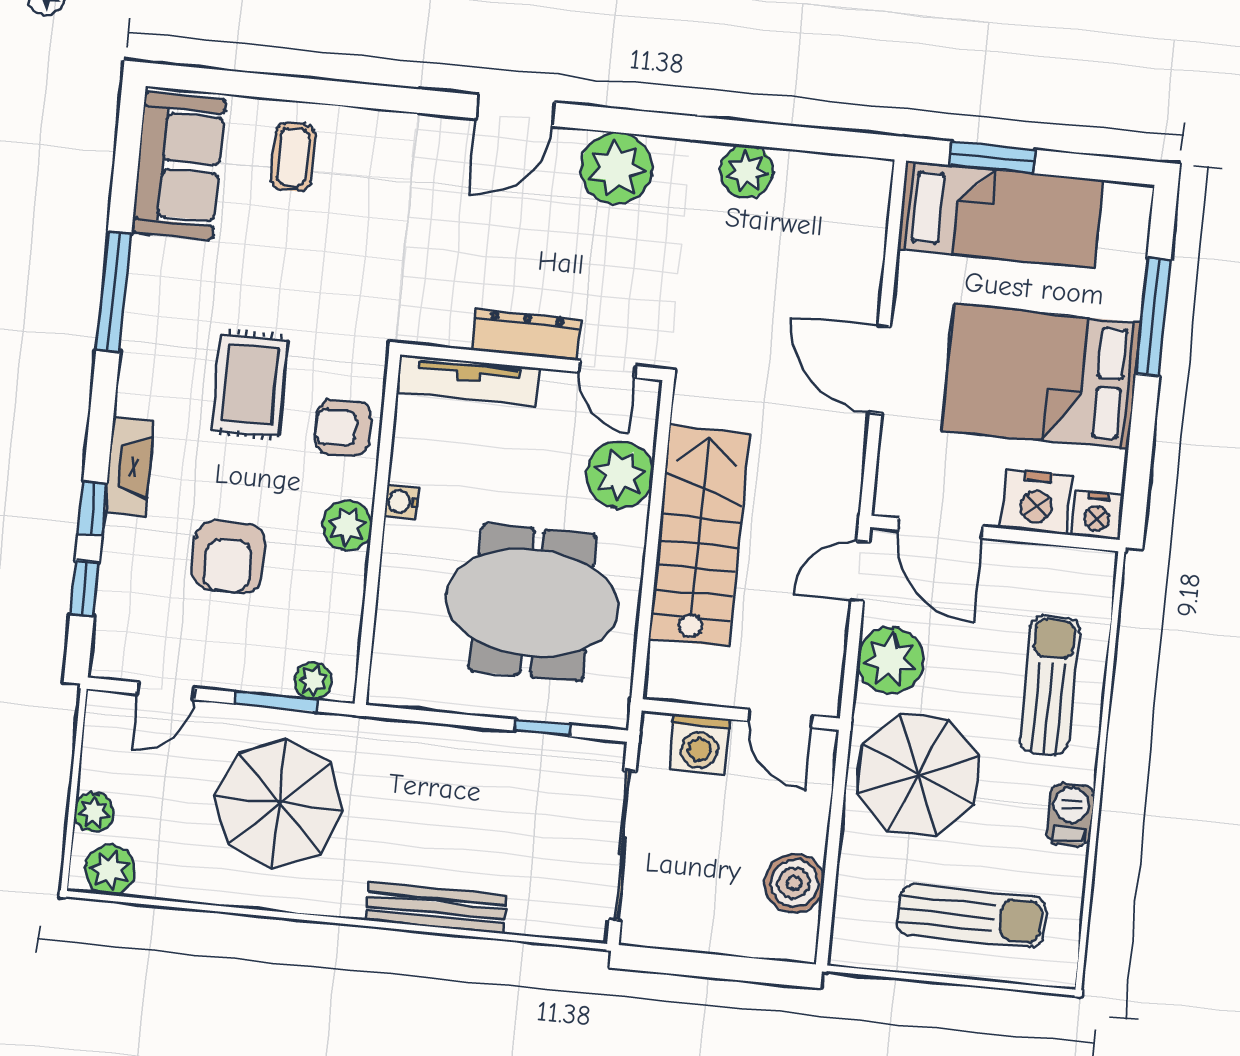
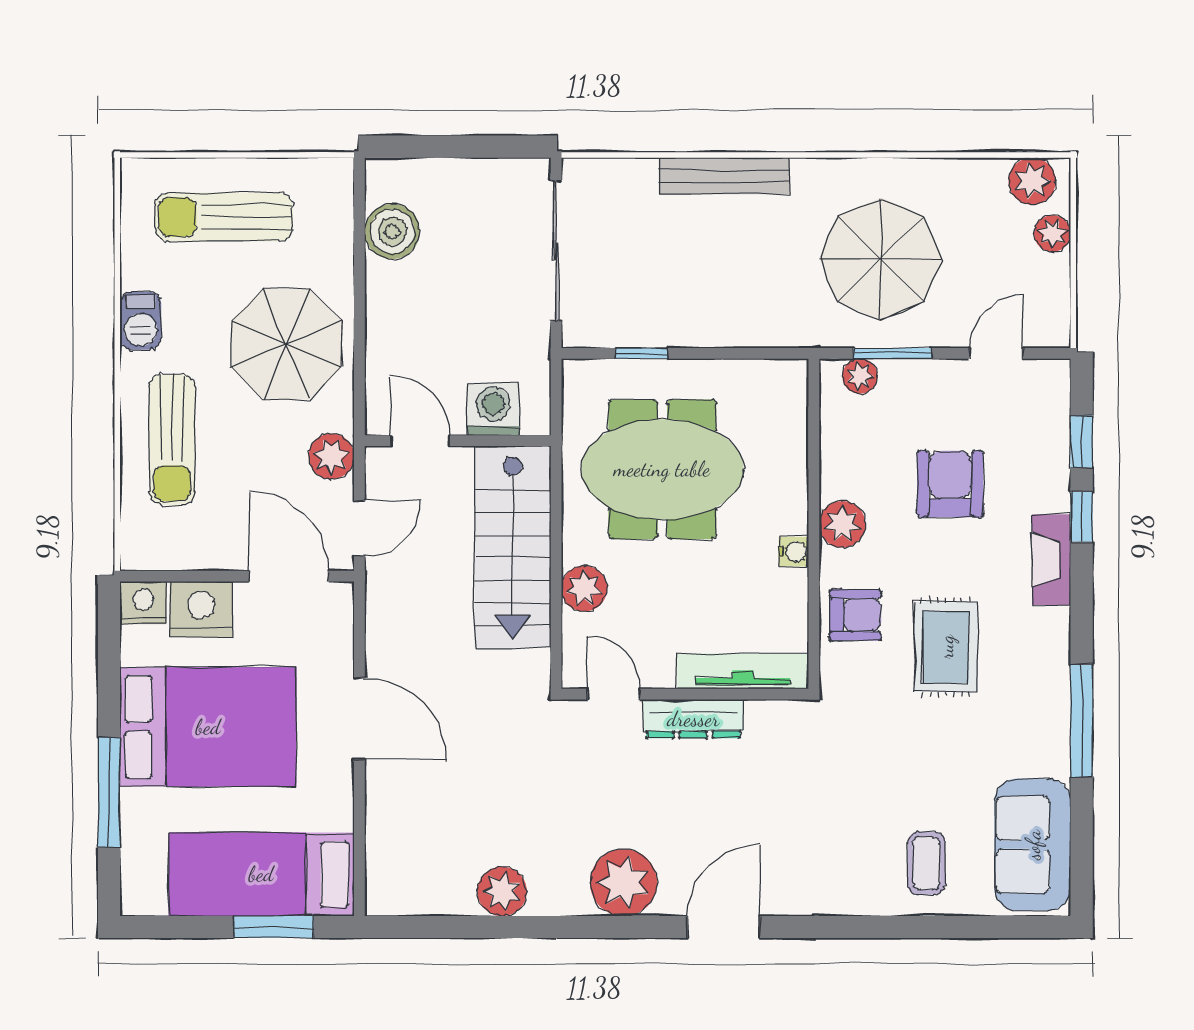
plant: (620, 474) -> (584, 589), width x0.73, depth x0.73
plant: (890, 660) -> (331, 456), width x0.73, depth x0.73
wall: (741, 715) -> (458, 441), moved
door: (780, 718) -> (420, 441), moved
washing machine: (700, 744) -> (493, 409), moved

